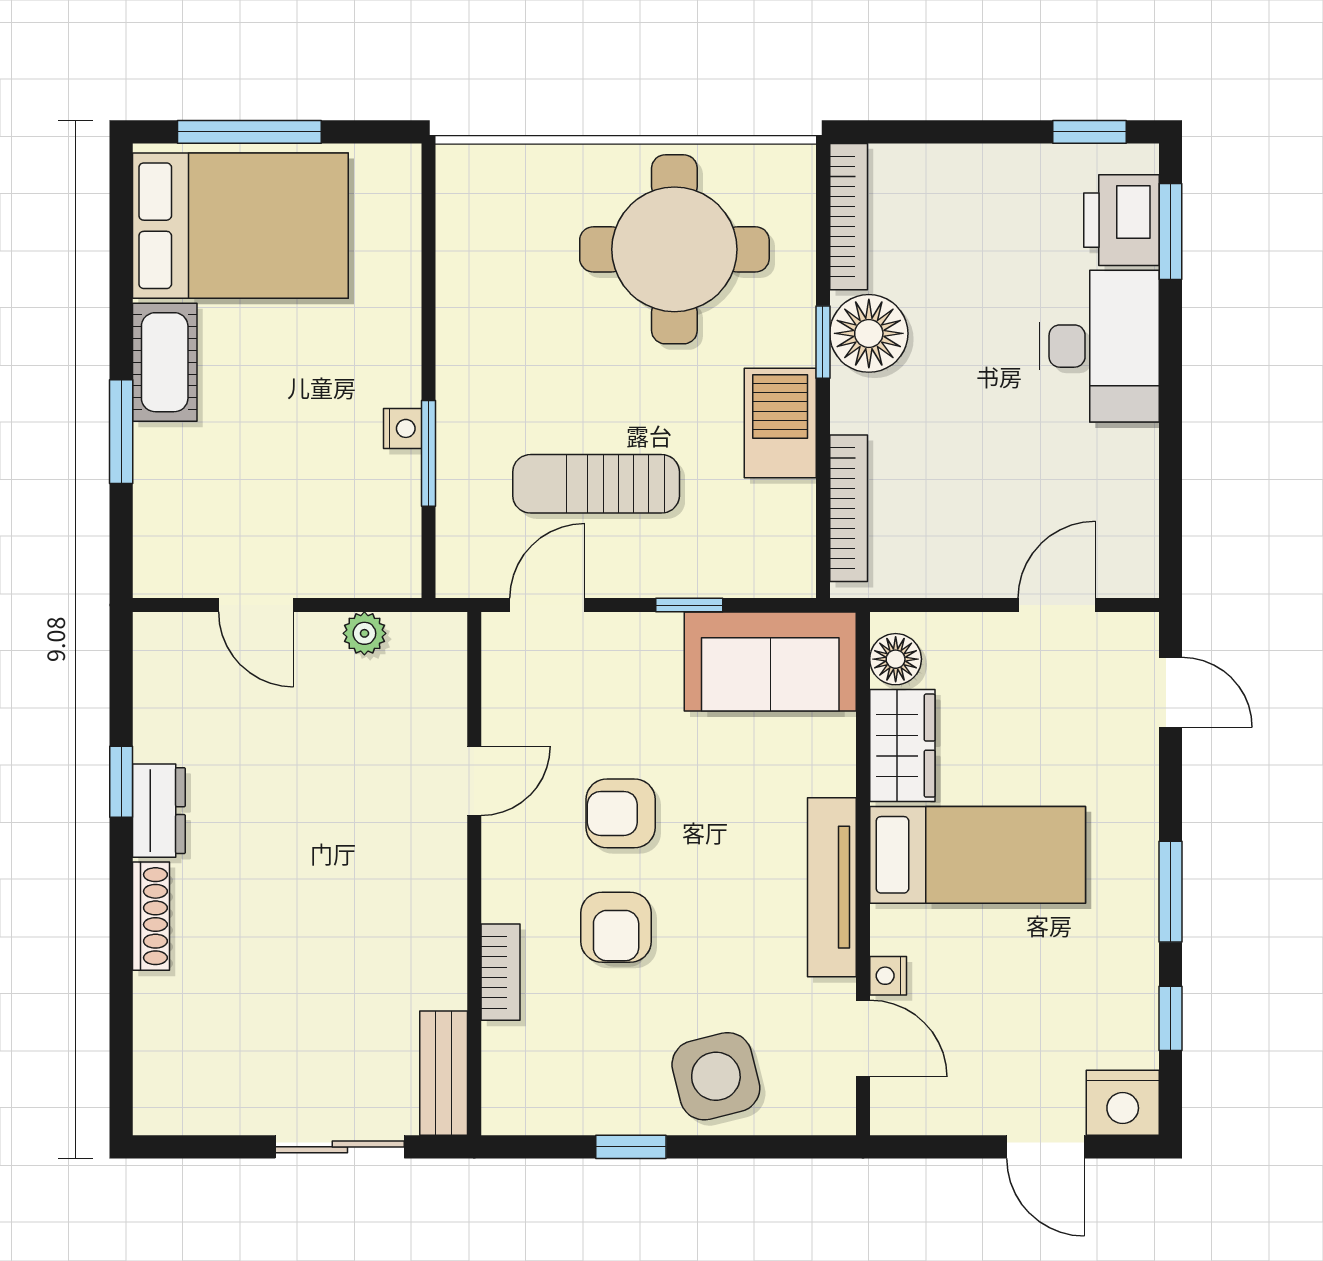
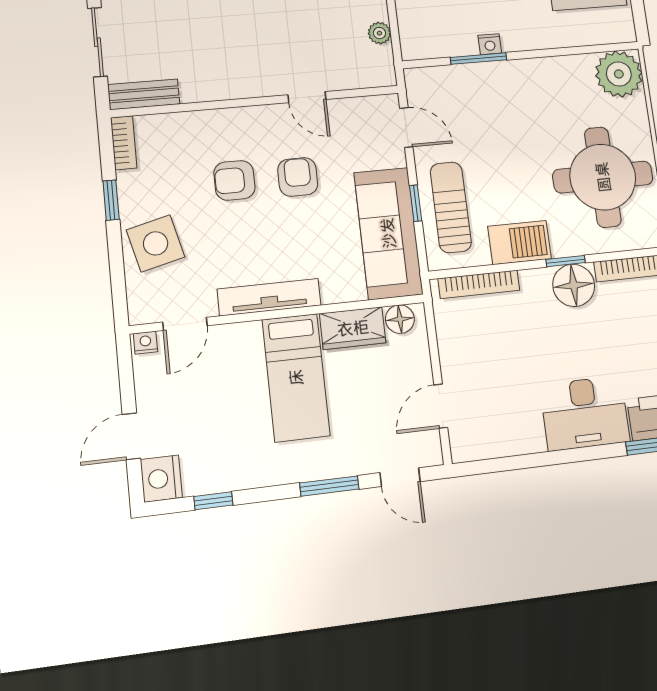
plant: (481, 189) -> (619, 74), added
sun lounger: (596, 484) -> (451, 207), moved
door: (1057, 605) -> (441, 406), swing flipped
sofa: (770, 662) -> (388, 233), width x1.36
door: (1170, 692) -> (400, 477), hinge flipped
window: (1170, 892) -> (329, 486), moved
bookcase: (500, 972) -> (124, 143), moved, turned -90
nightstand: (888, 976) -> (145, 343), moved

